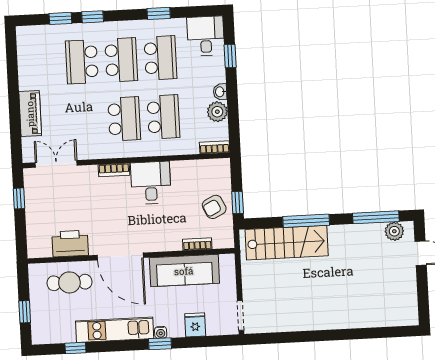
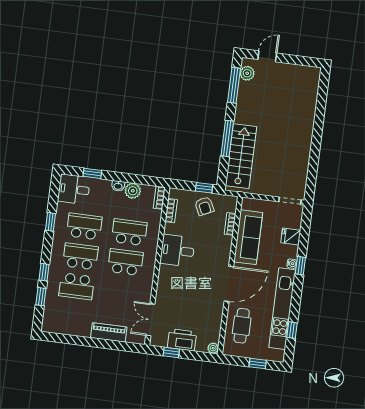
bookcase: (114, 170) -> (171, 211), moved
printer: (70, 244) -> (182, 340), moved, turned 90
plant: (34, 251) -> (213, 348), added
kitchen unit: (115, 330) -> (282, 309), width x1.36

